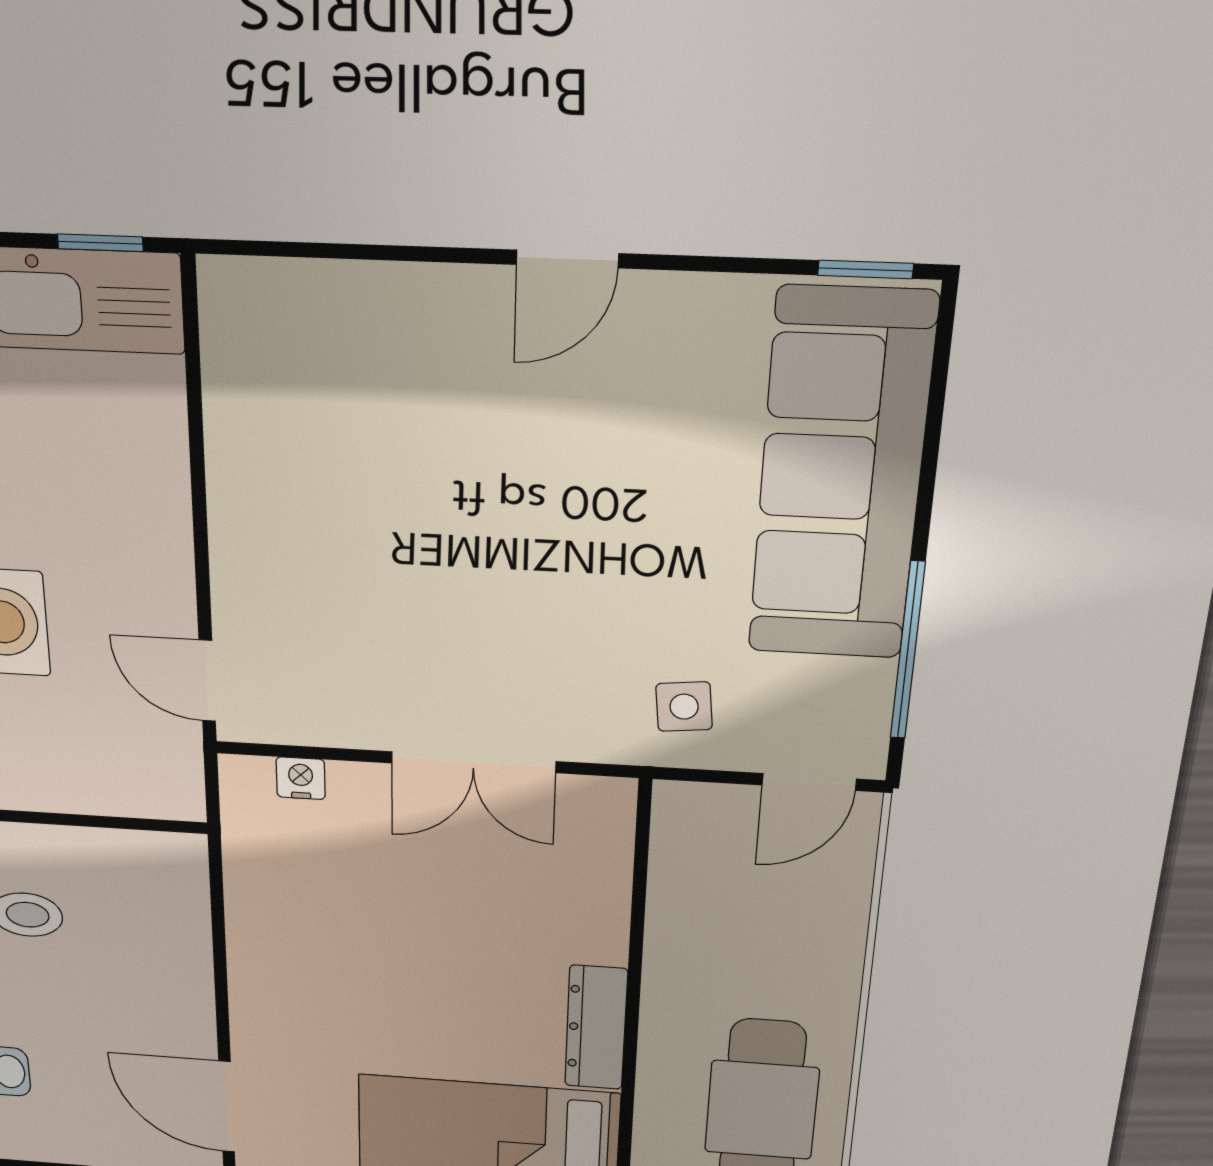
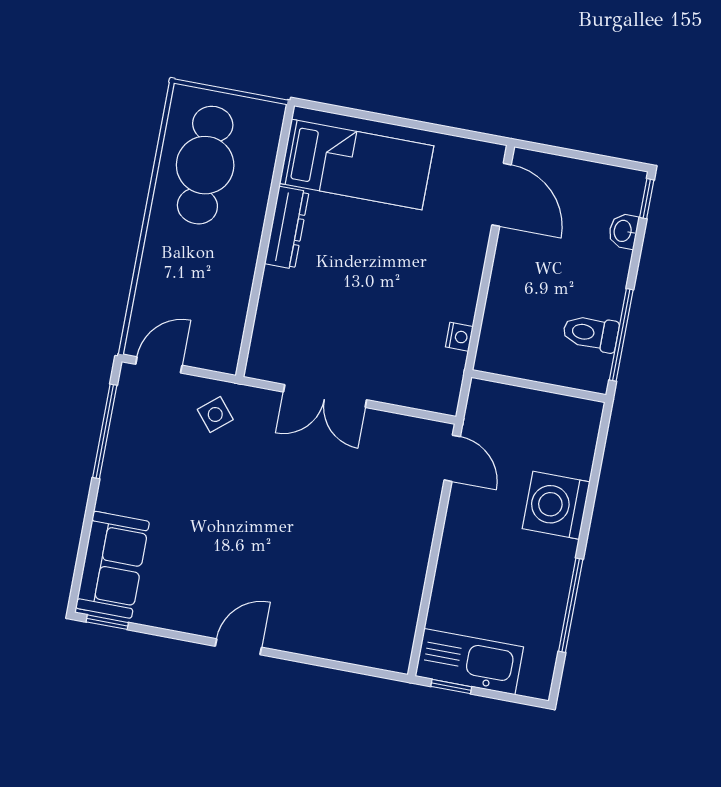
sofa: (841, 478) -> (112, 565), width x0.54, depth x0.79
side table: (684, 707) -> (215, 414), turned -34
double door: (474, 762) -> (325, 396), swing flipped
nightstand: (301, 778) -> (459, 337), moved, turned -90

